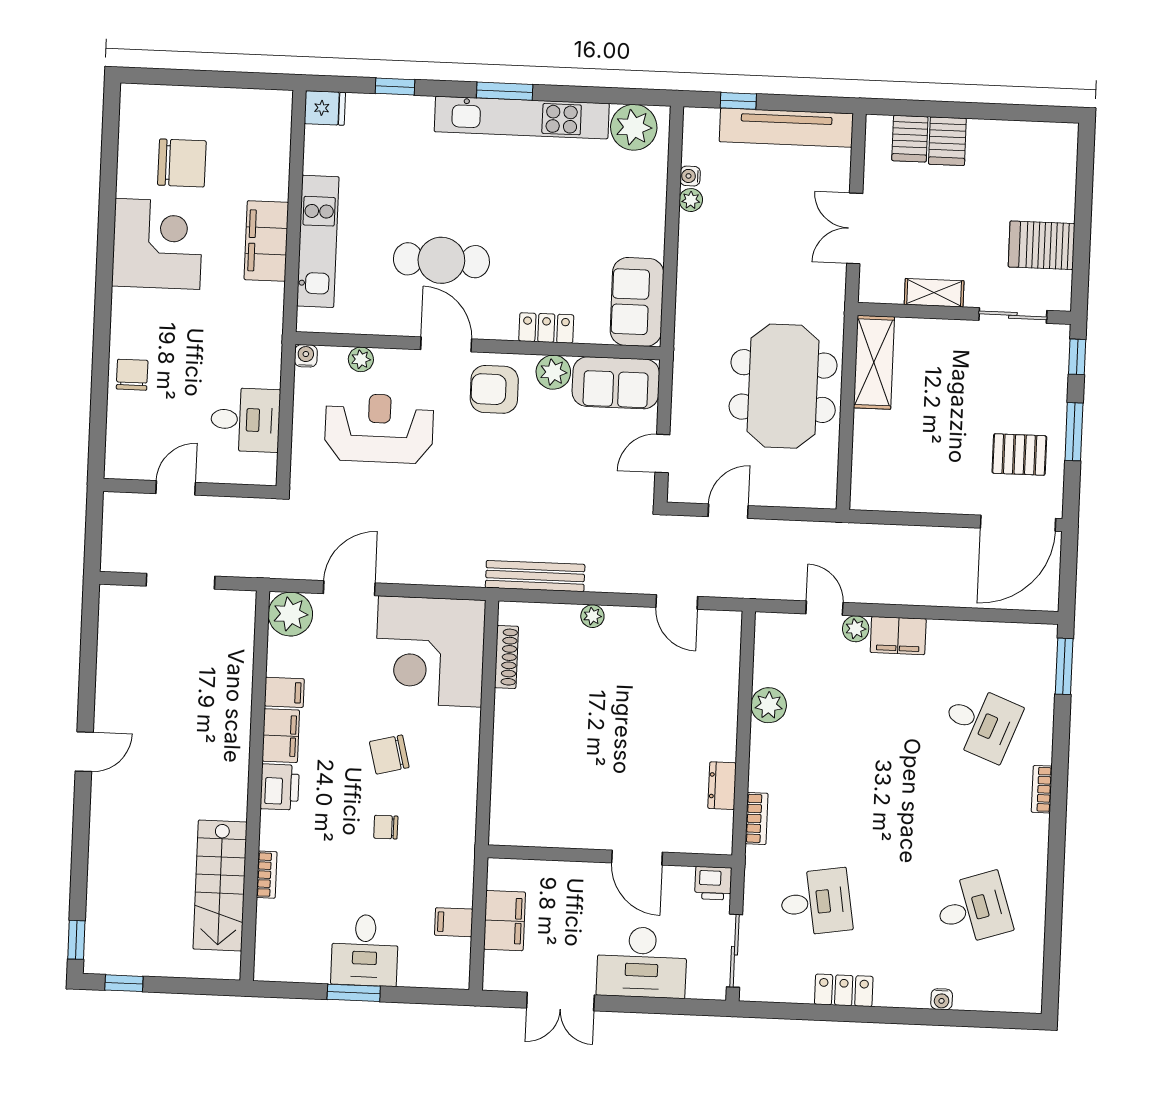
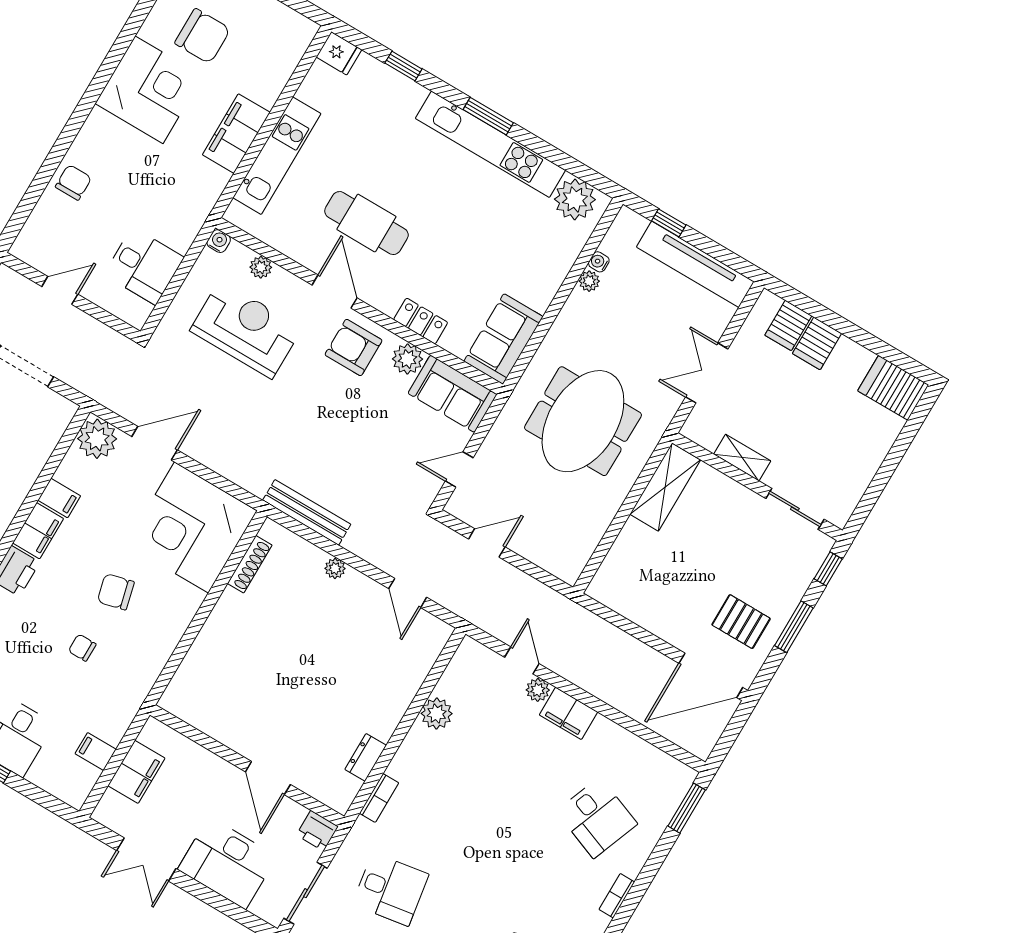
server rack: (1042, 245) -> (893, 388), moved
meeting table: (783, 386) -> (583, 421), moved

